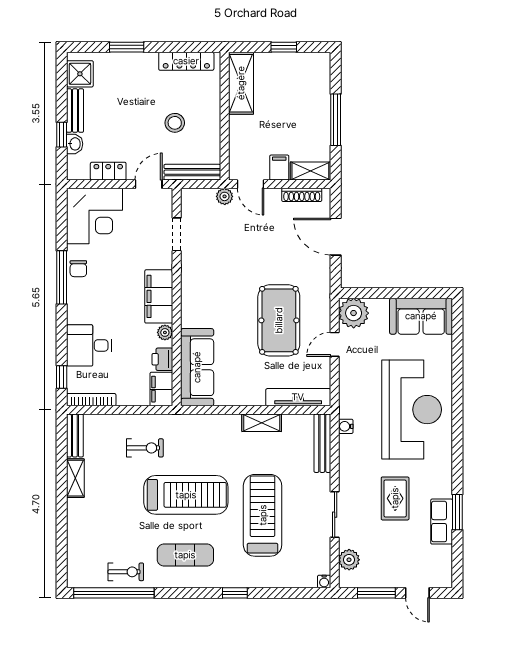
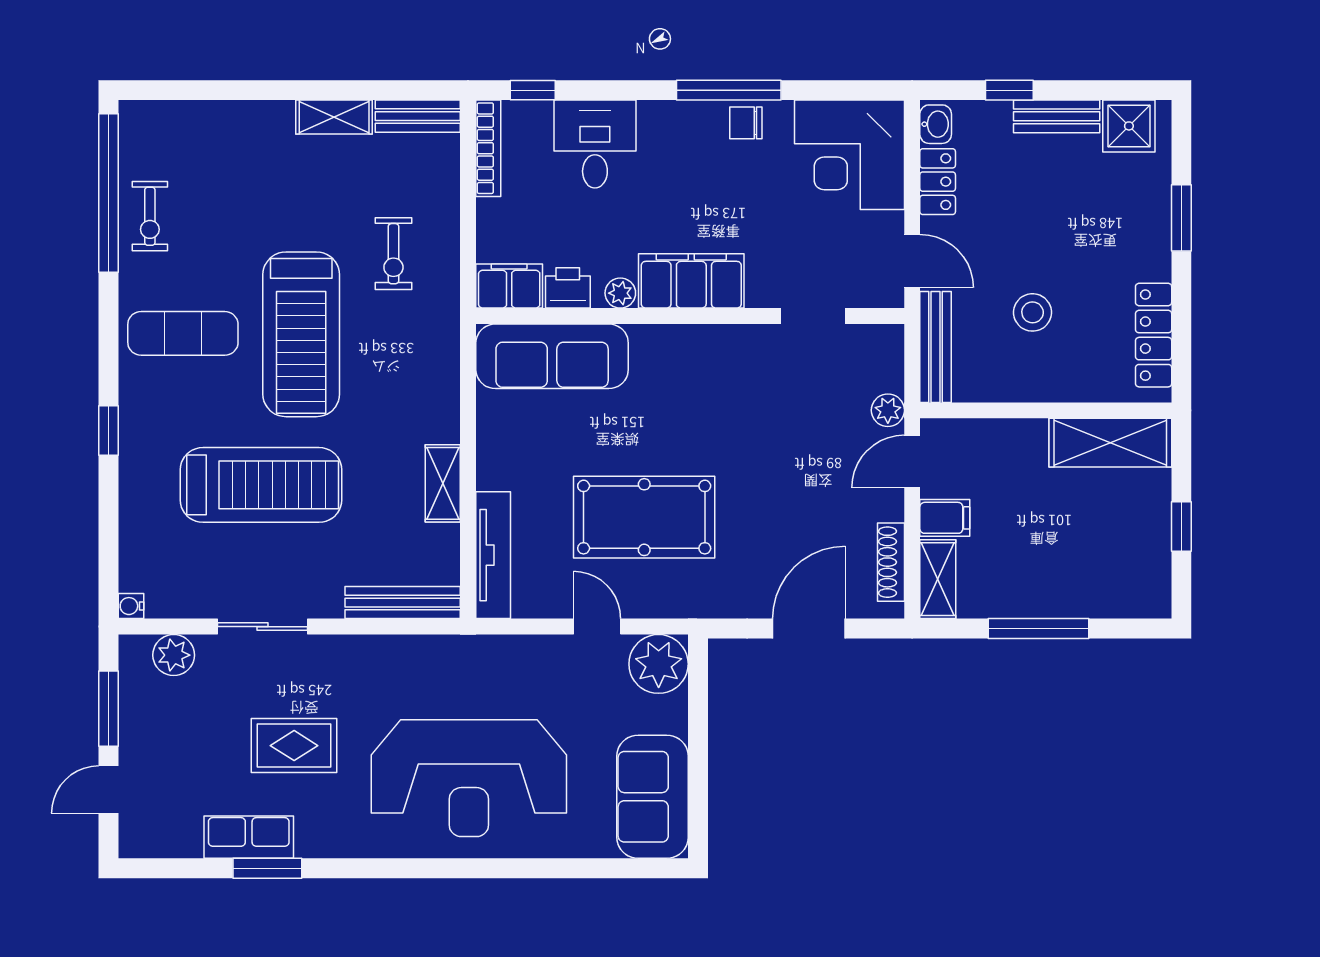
washbasin: (75, 144) -> (936, 124), moved, turned -90
water cooler: (346, 426) -> (436, 649), removed
exercise mat: (185, 555) -> (183, 333), turned 90

